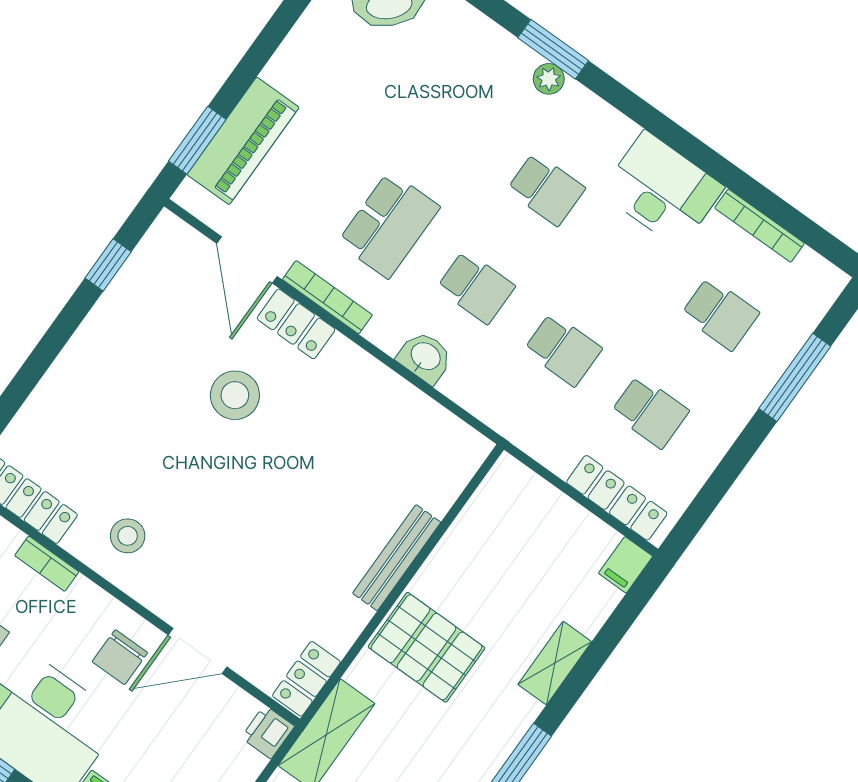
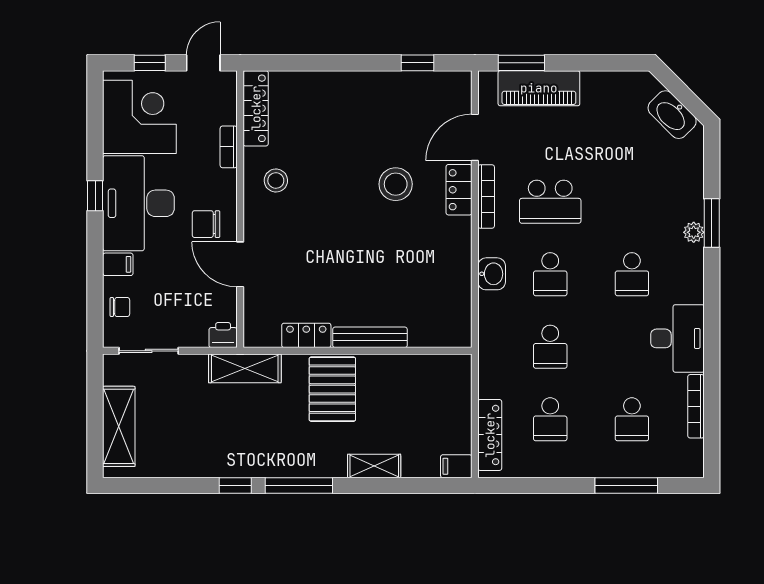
locker: (306, 679) -> (306, 335), moved

